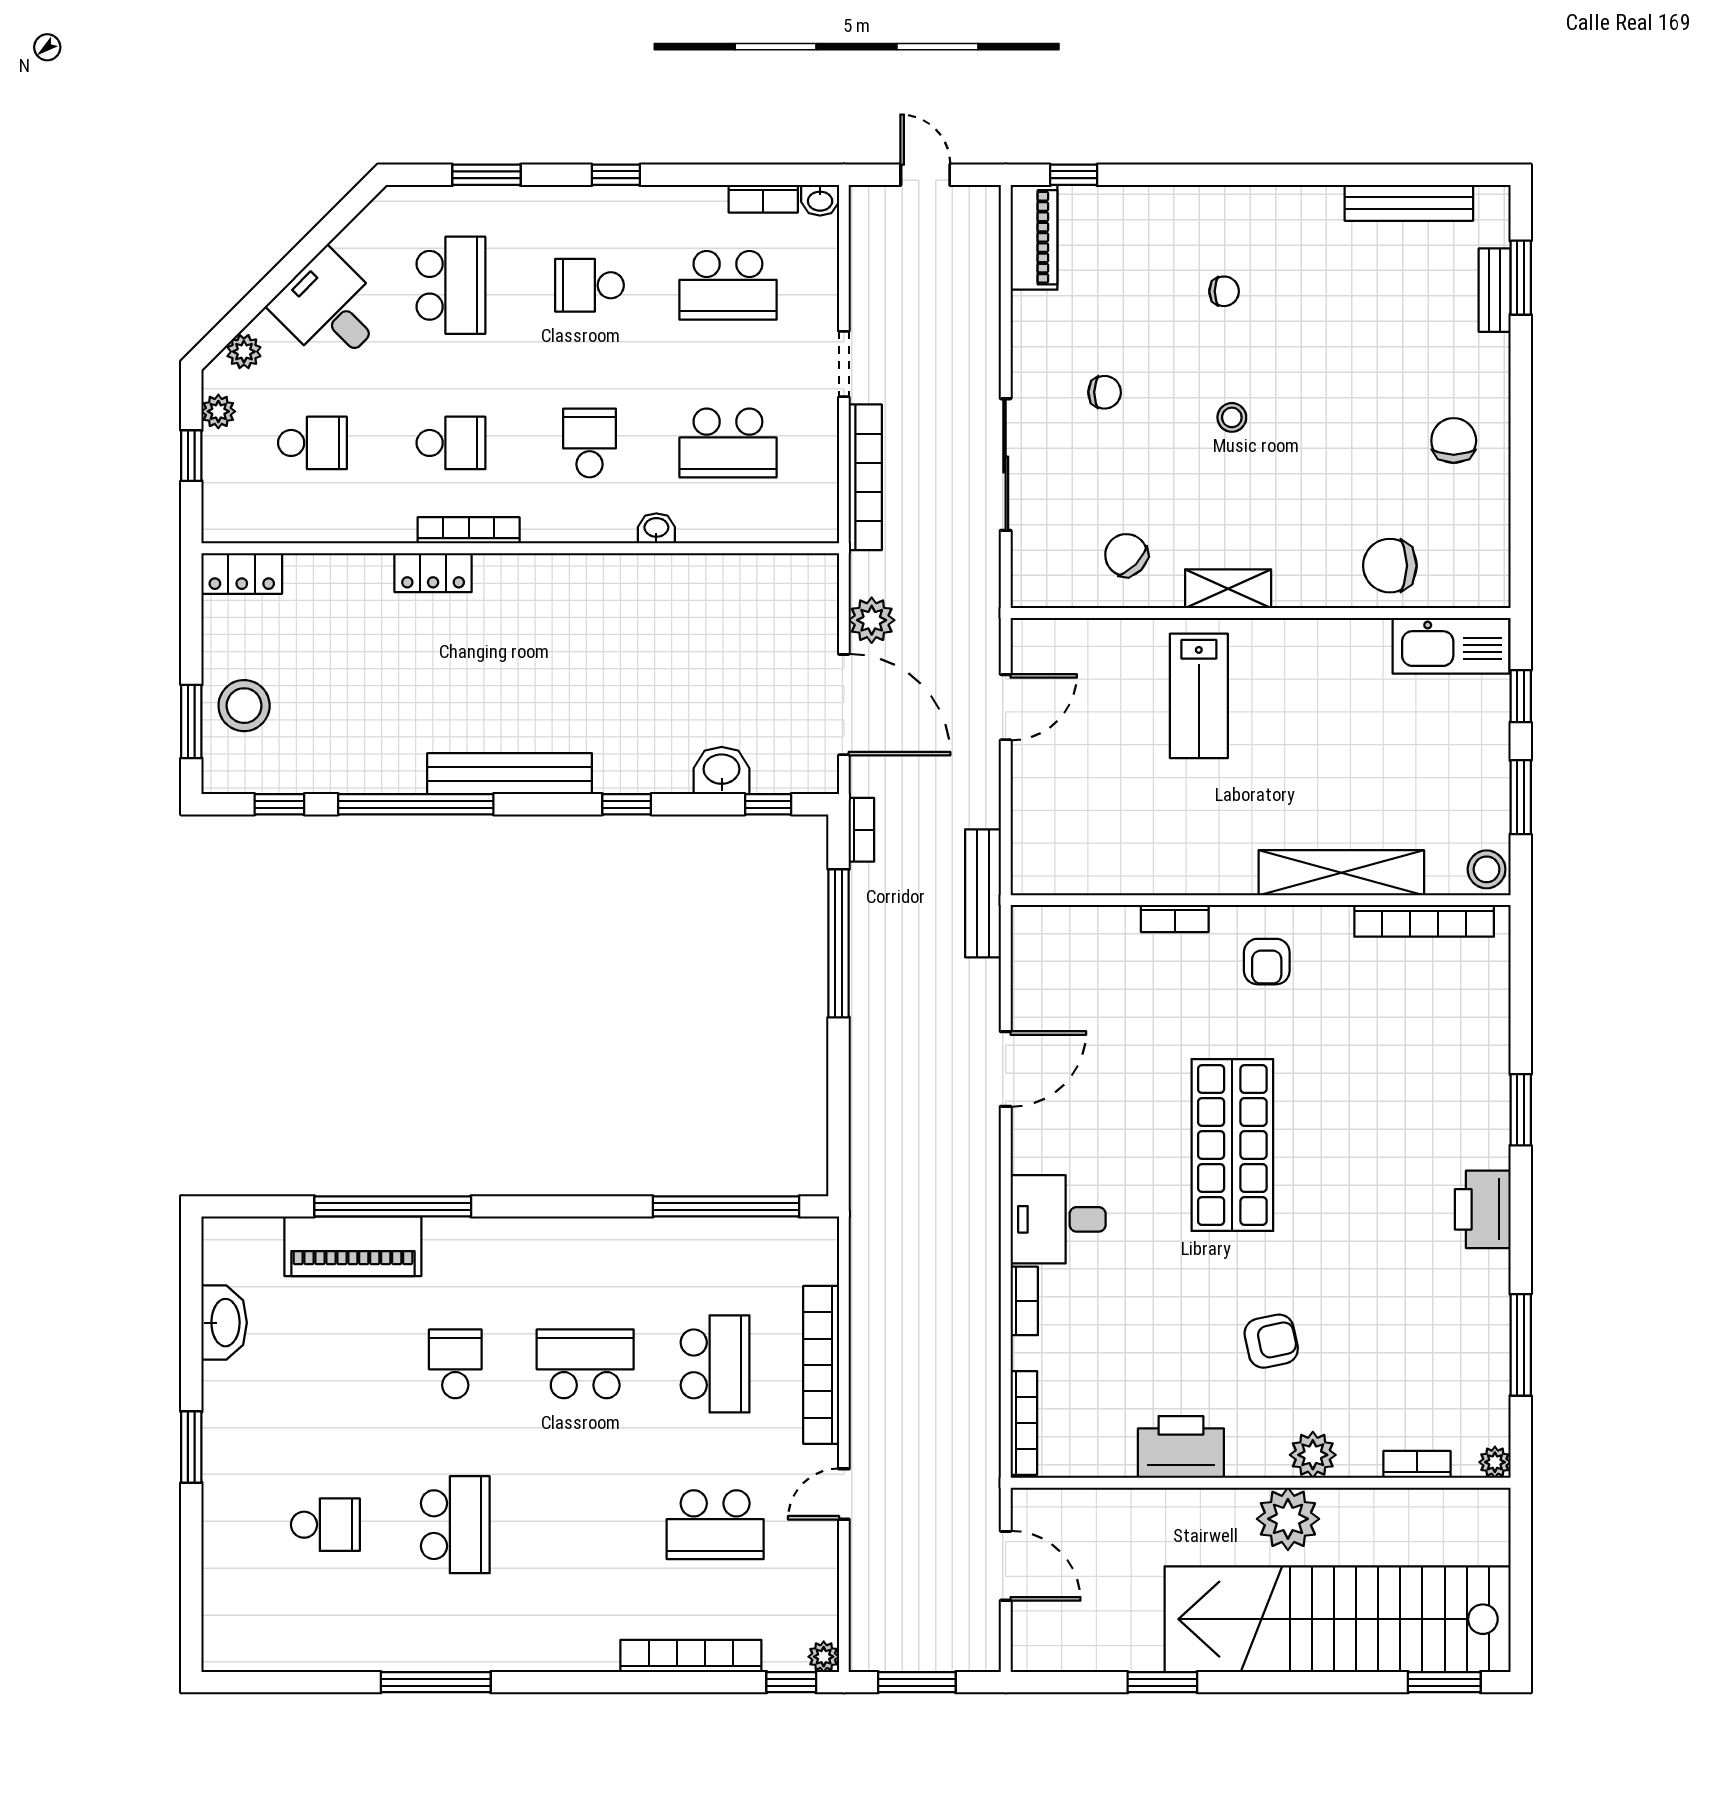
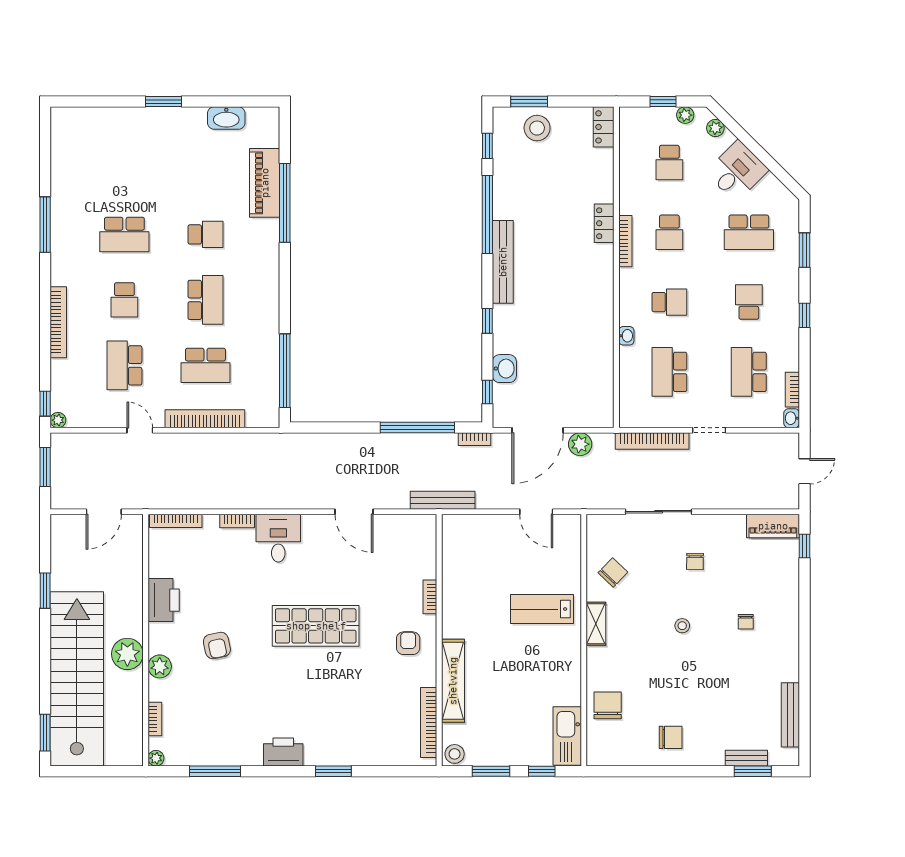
armchair: (1267, 962) -> (408, 643), turned 90
school desk: (325, 1525) -> (124, 300), moved
bookcase: (691, 1656) -> (58, 322), moved

